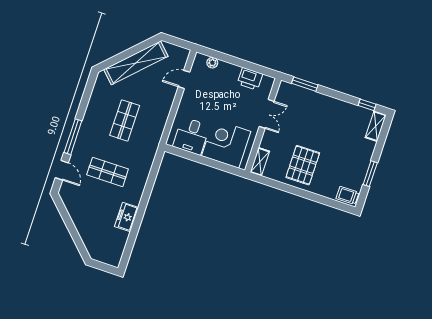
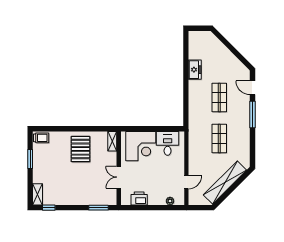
shop shelf: (108, 172) -> (219, 97), turned 90

